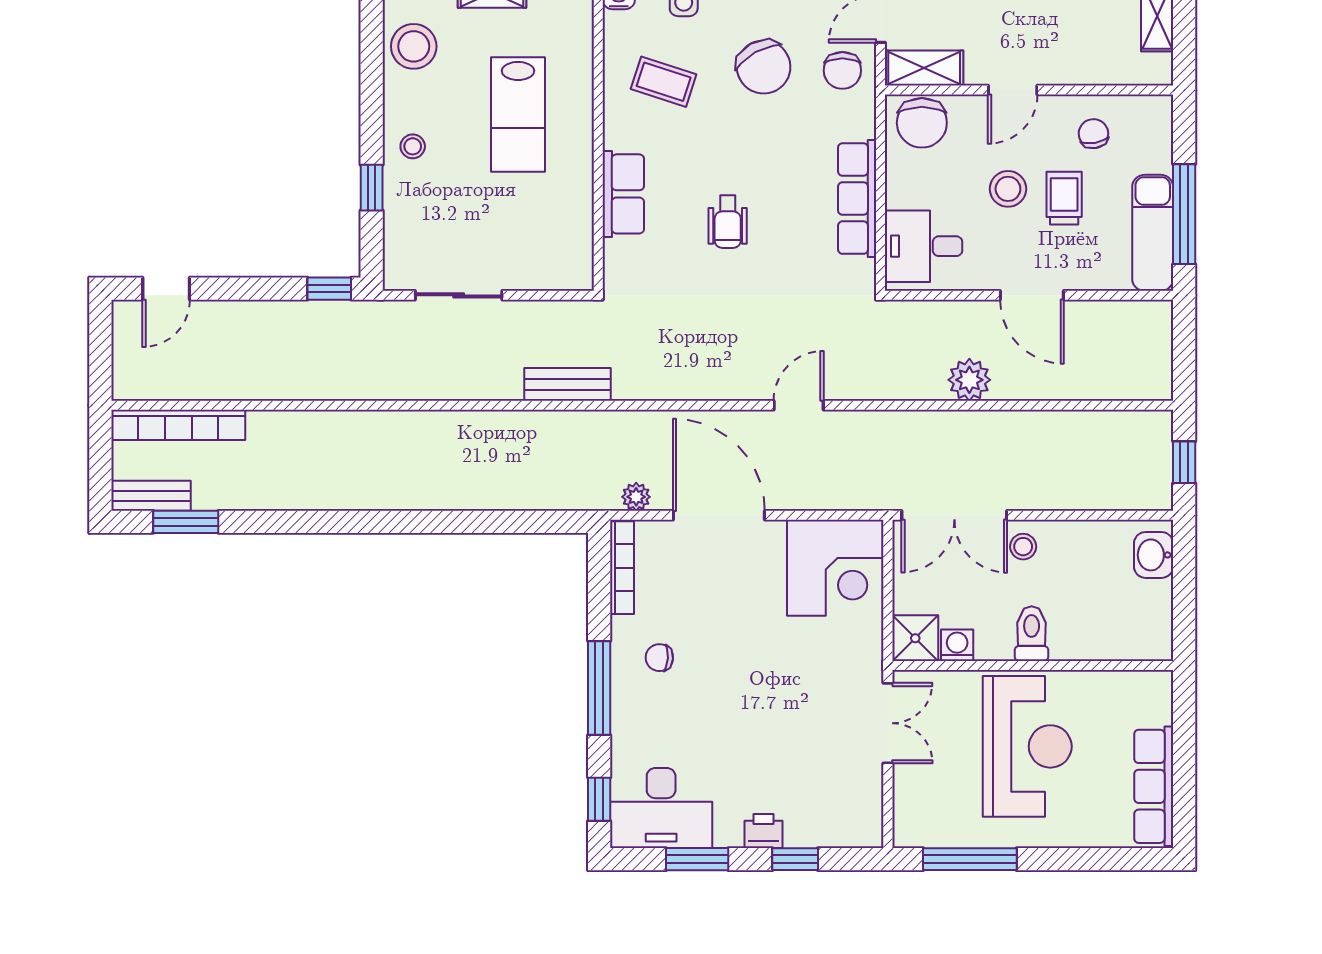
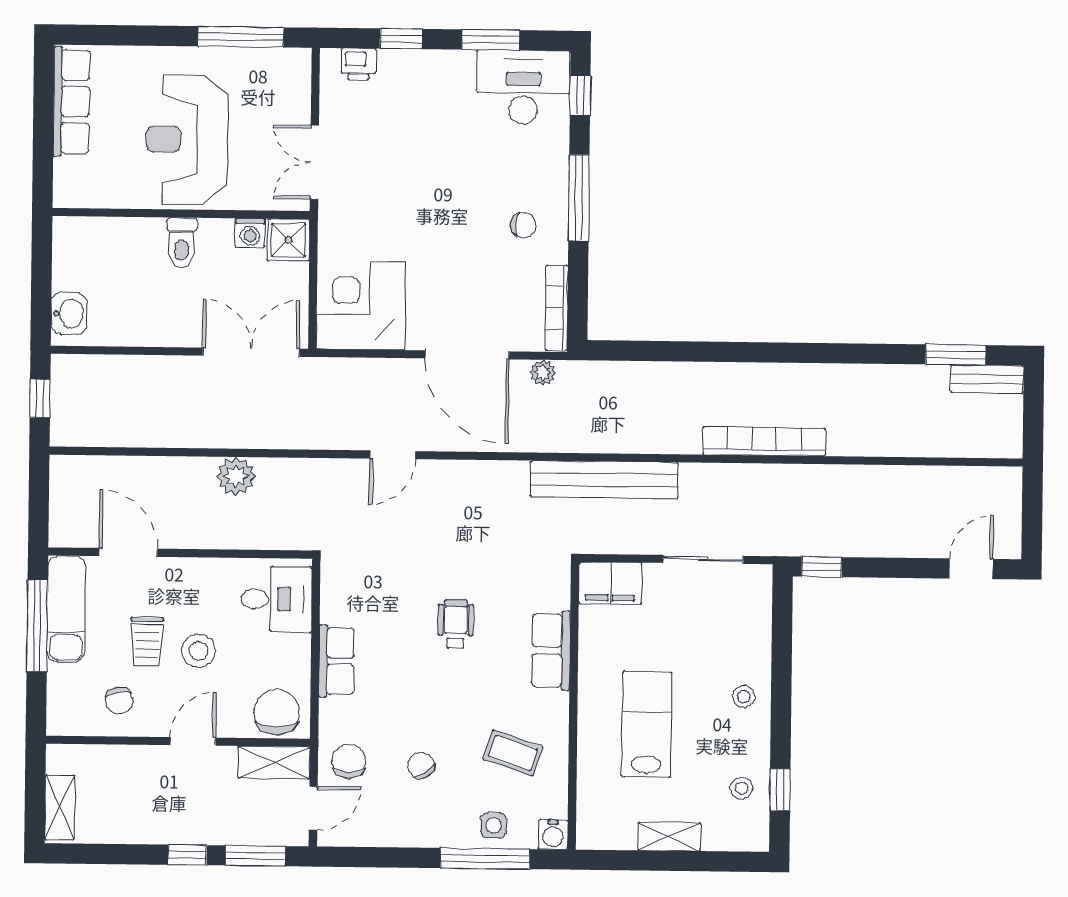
stool: (414, 46) -> (742, 788), width x0.53, depth x0.53
chair: (764, 67) -> (421, 765), width x0.54, depth x0.54
window: (372, 188) -> (780, 790), moved
row of seats: (857, 199) -> (336, 661), width x0.68
filing cabinet: (560, 268) -> (610, 583), added
door: (1032, 295) -> (128, 552), moved
bench: (567, 384) -> (604, 480), width x1.86, depth x1.21
bookcase: (178, 425) -> (764, 441), moved
stool: (1023, 547) -> (188, 323), removed
printer: (764, 831) -> (359, 64), moved

